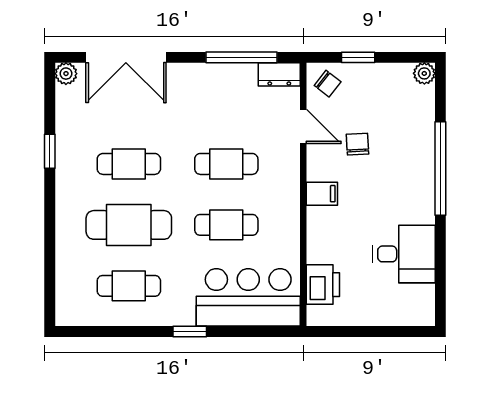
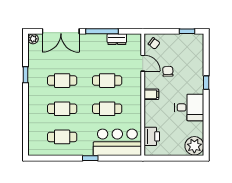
window: (241, 57) -> (102, 31), moved
window: (358, 57) -> (187, 31), moved
plant: (424, 73) -> (194, 146), moved, width x1.87, depth x1.87
dresser: (279, 74) -> (117, 39), moved
window: (440, 168) -> (206, 83), width x0.32
cafe table: (129, 225) -> (62, 109), width x0.73, depth x0.74
desk: (404, 254) -> (189, 107), moved

